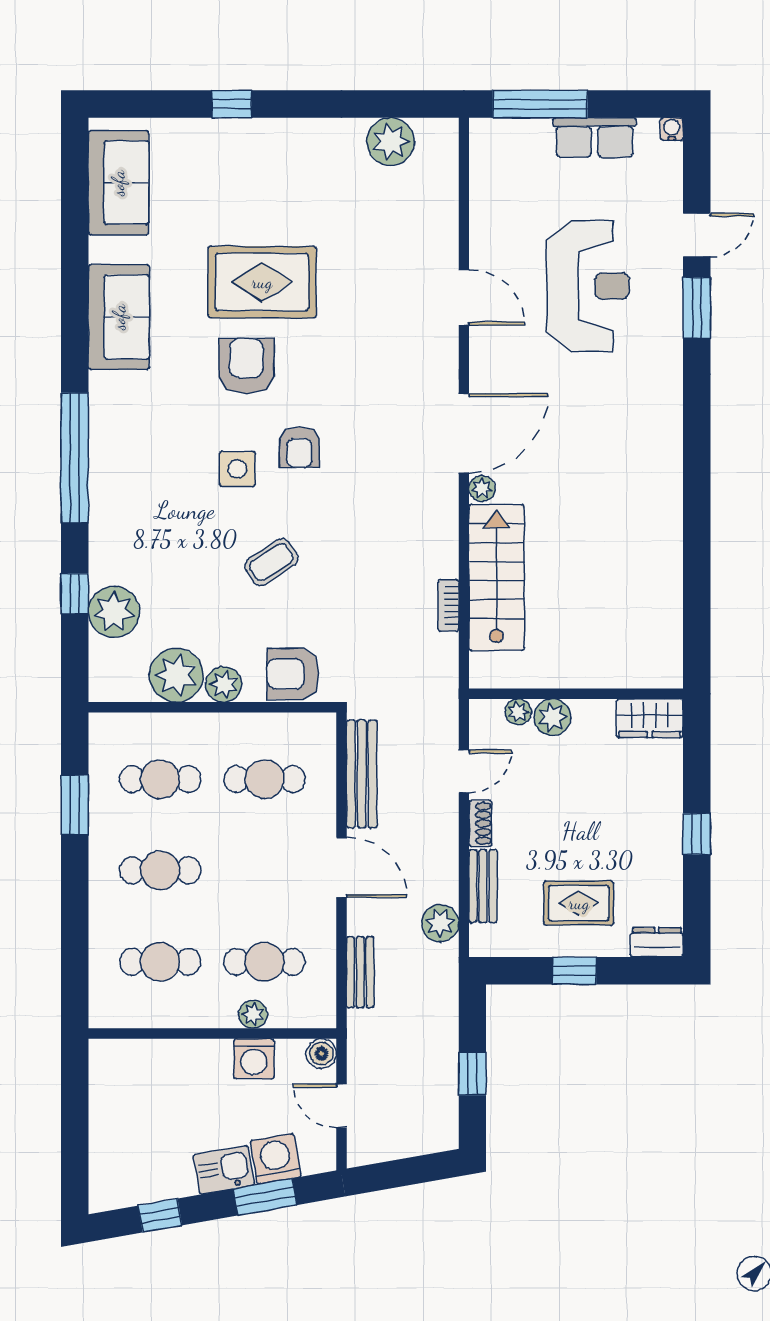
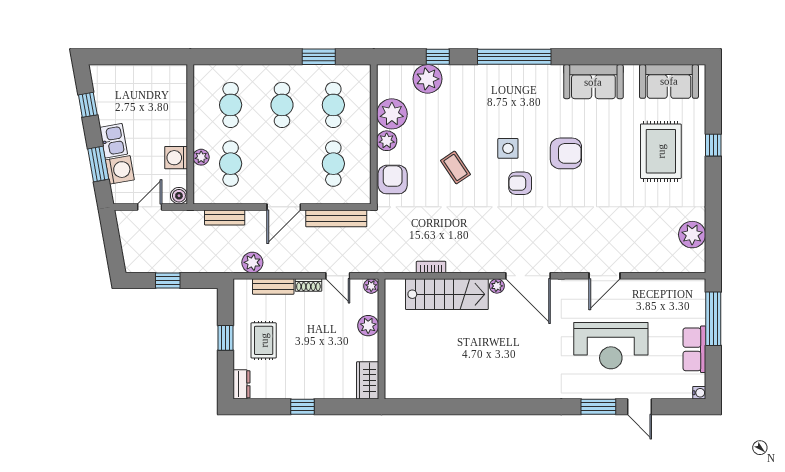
rug: (262, 282) -> (661, 151), moved
plant: (518, 712) -> (371, 286), moved

